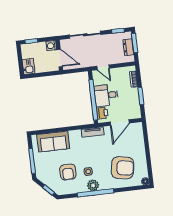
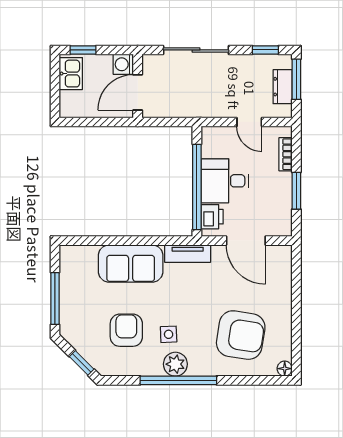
door: (60, 58) -> (138, 92), swing flipped
kitchen sink: (28, 66) -> (71, 74), moved
door: (103, 67) -> (249, 122), moved
door: (120, 123) -> (246, 241), hinge flipped
sofa: (53, 142) -> (131, 264), moved
armchair: (68, 172) -> (126, 330), turned 180

